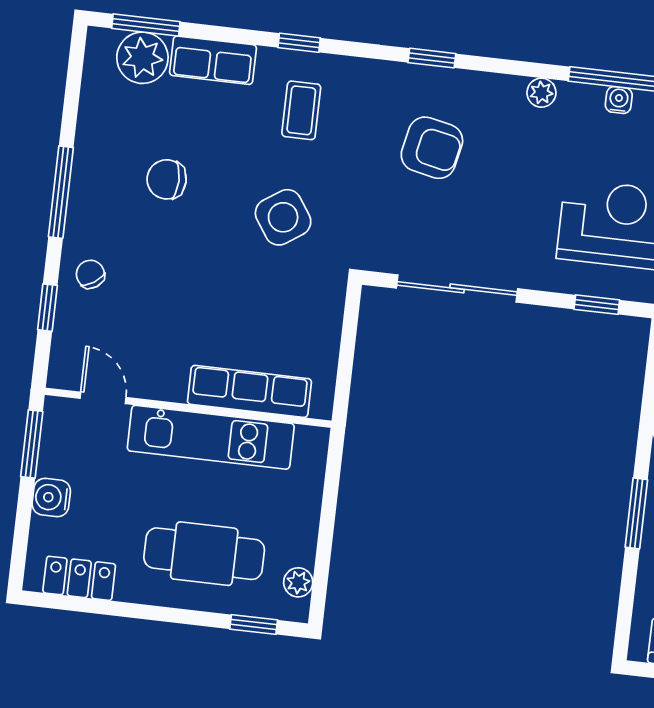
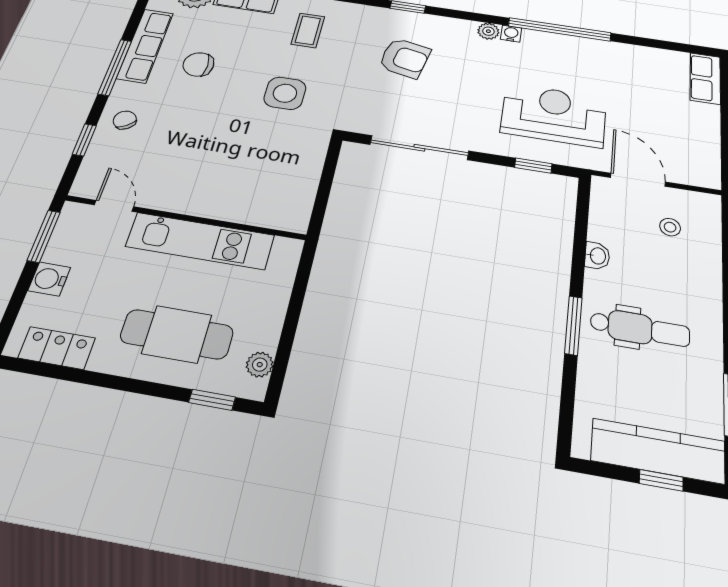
water cooler: (619, 100) -> (511, 34), moved
side table: (283, 217) -> (285, 93), turned 34
row of seats: (249, 391) -> (145, 45), moved, turned 90

